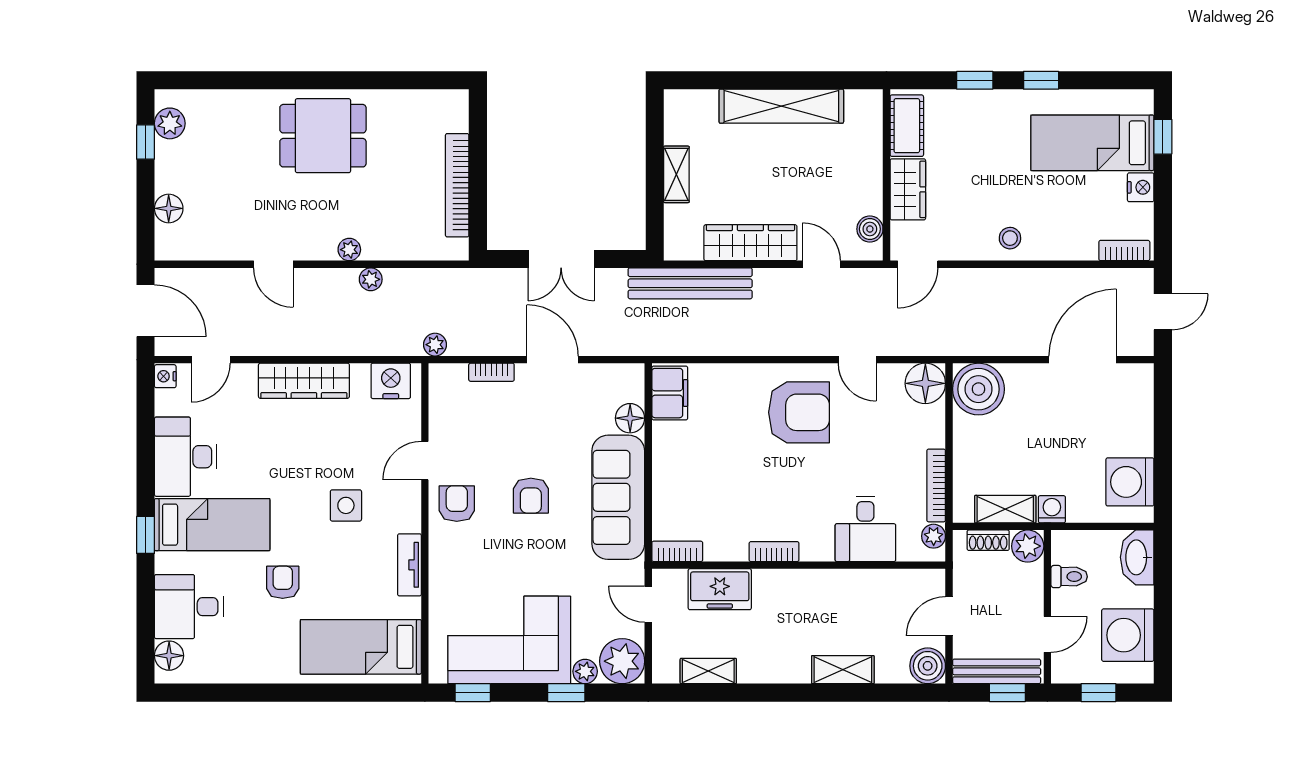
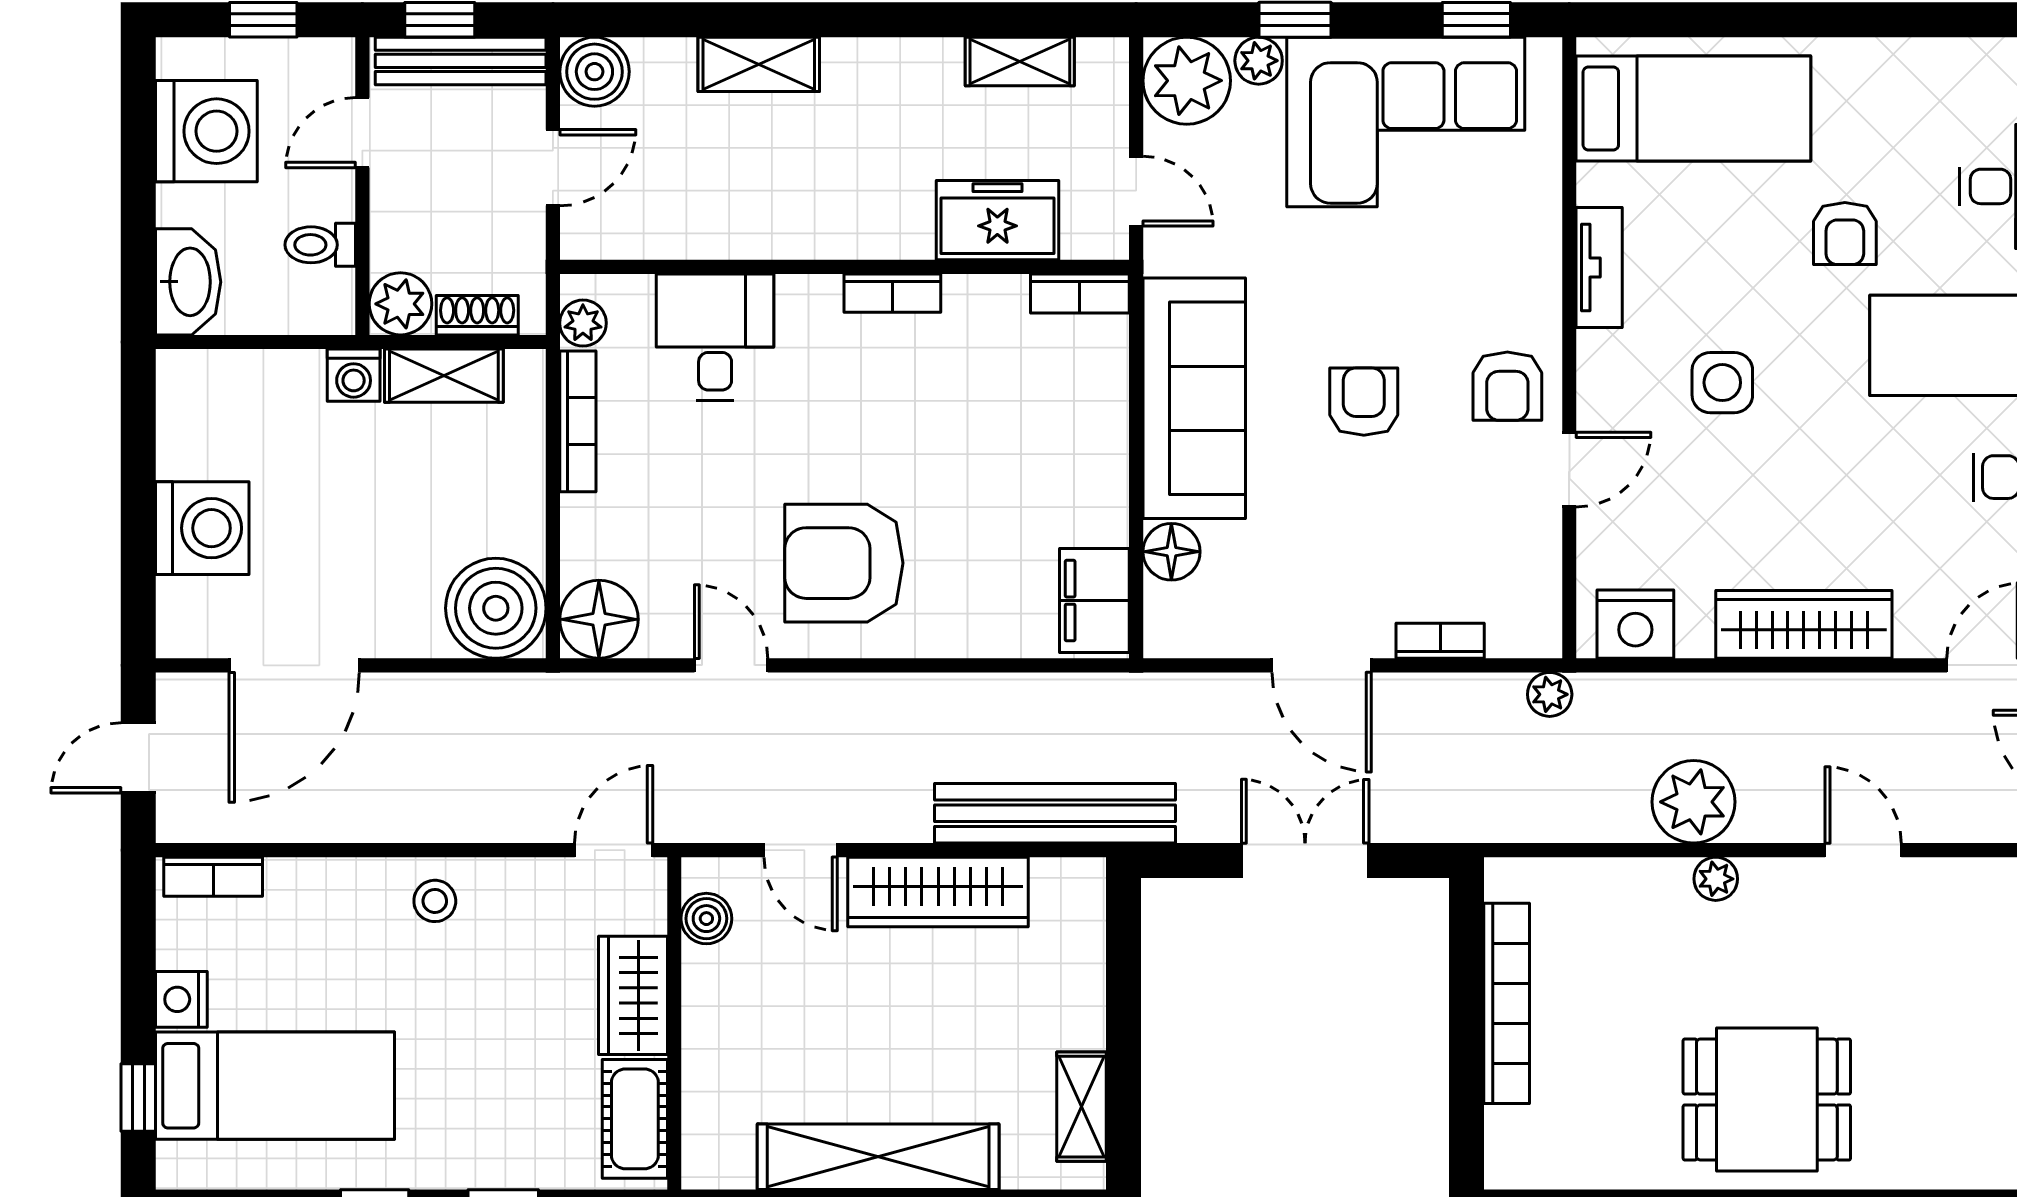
shelving: (676, 174) -> (1082, 1107), moved
plant: (371, 279) -> (1694, 802), width x1.87, depth x1.87
washing machine: (1130, 482) -> (202, 528), moved

